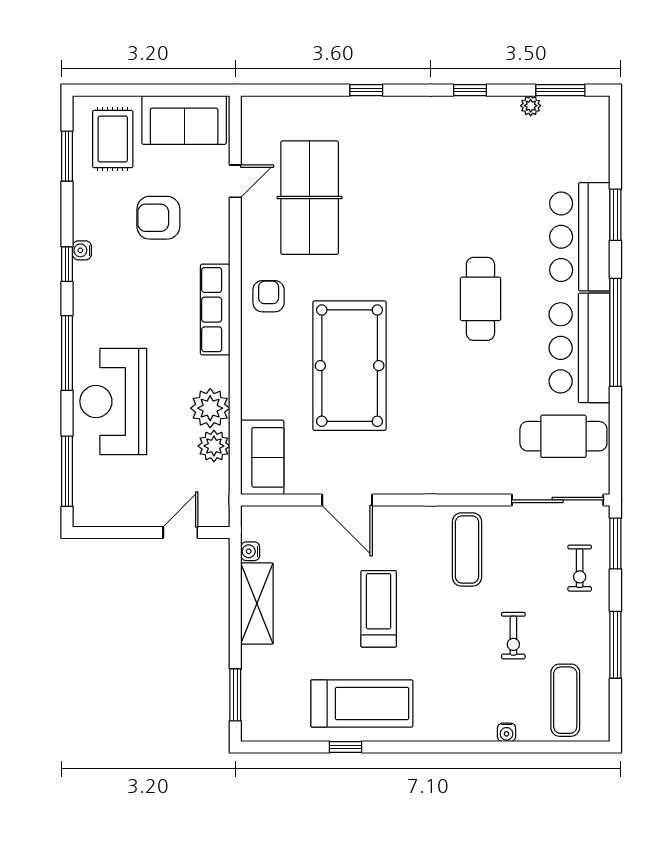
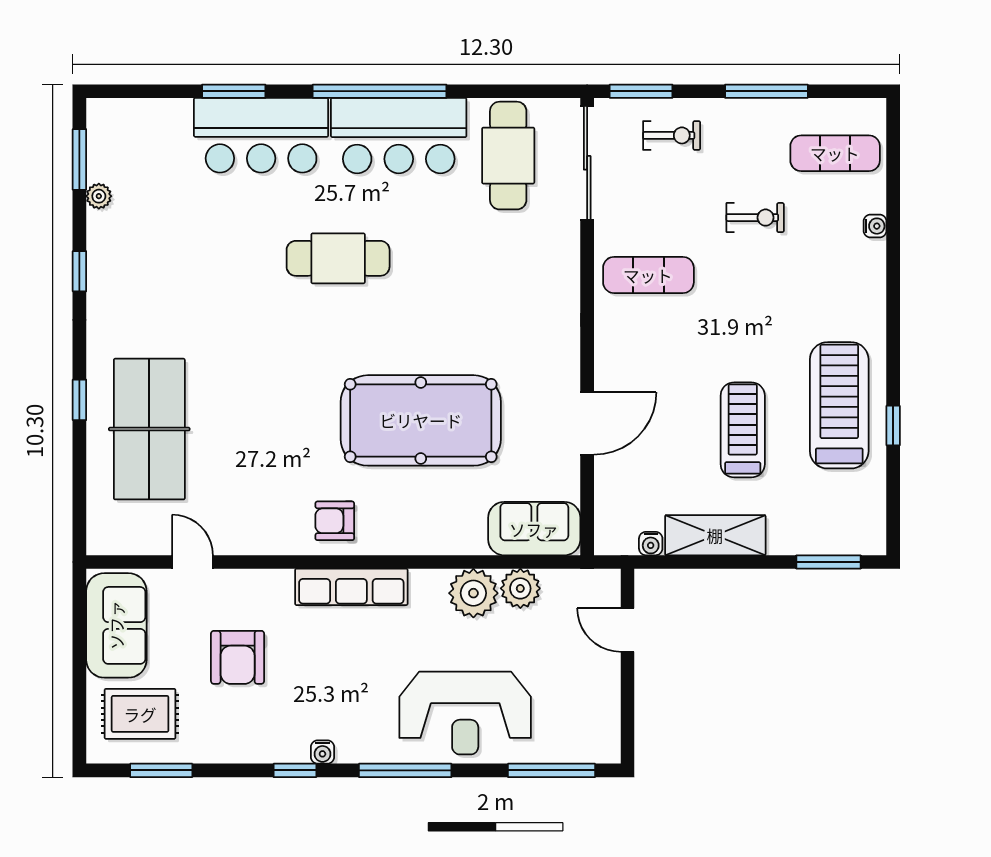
table tennis table: (310, 198) -> (149, 429), moved, turned 90
water cooler: (82, 250) -> (322, 752), moved
treadmill: (379, 609) -> (743, 430), moved, turned 90

